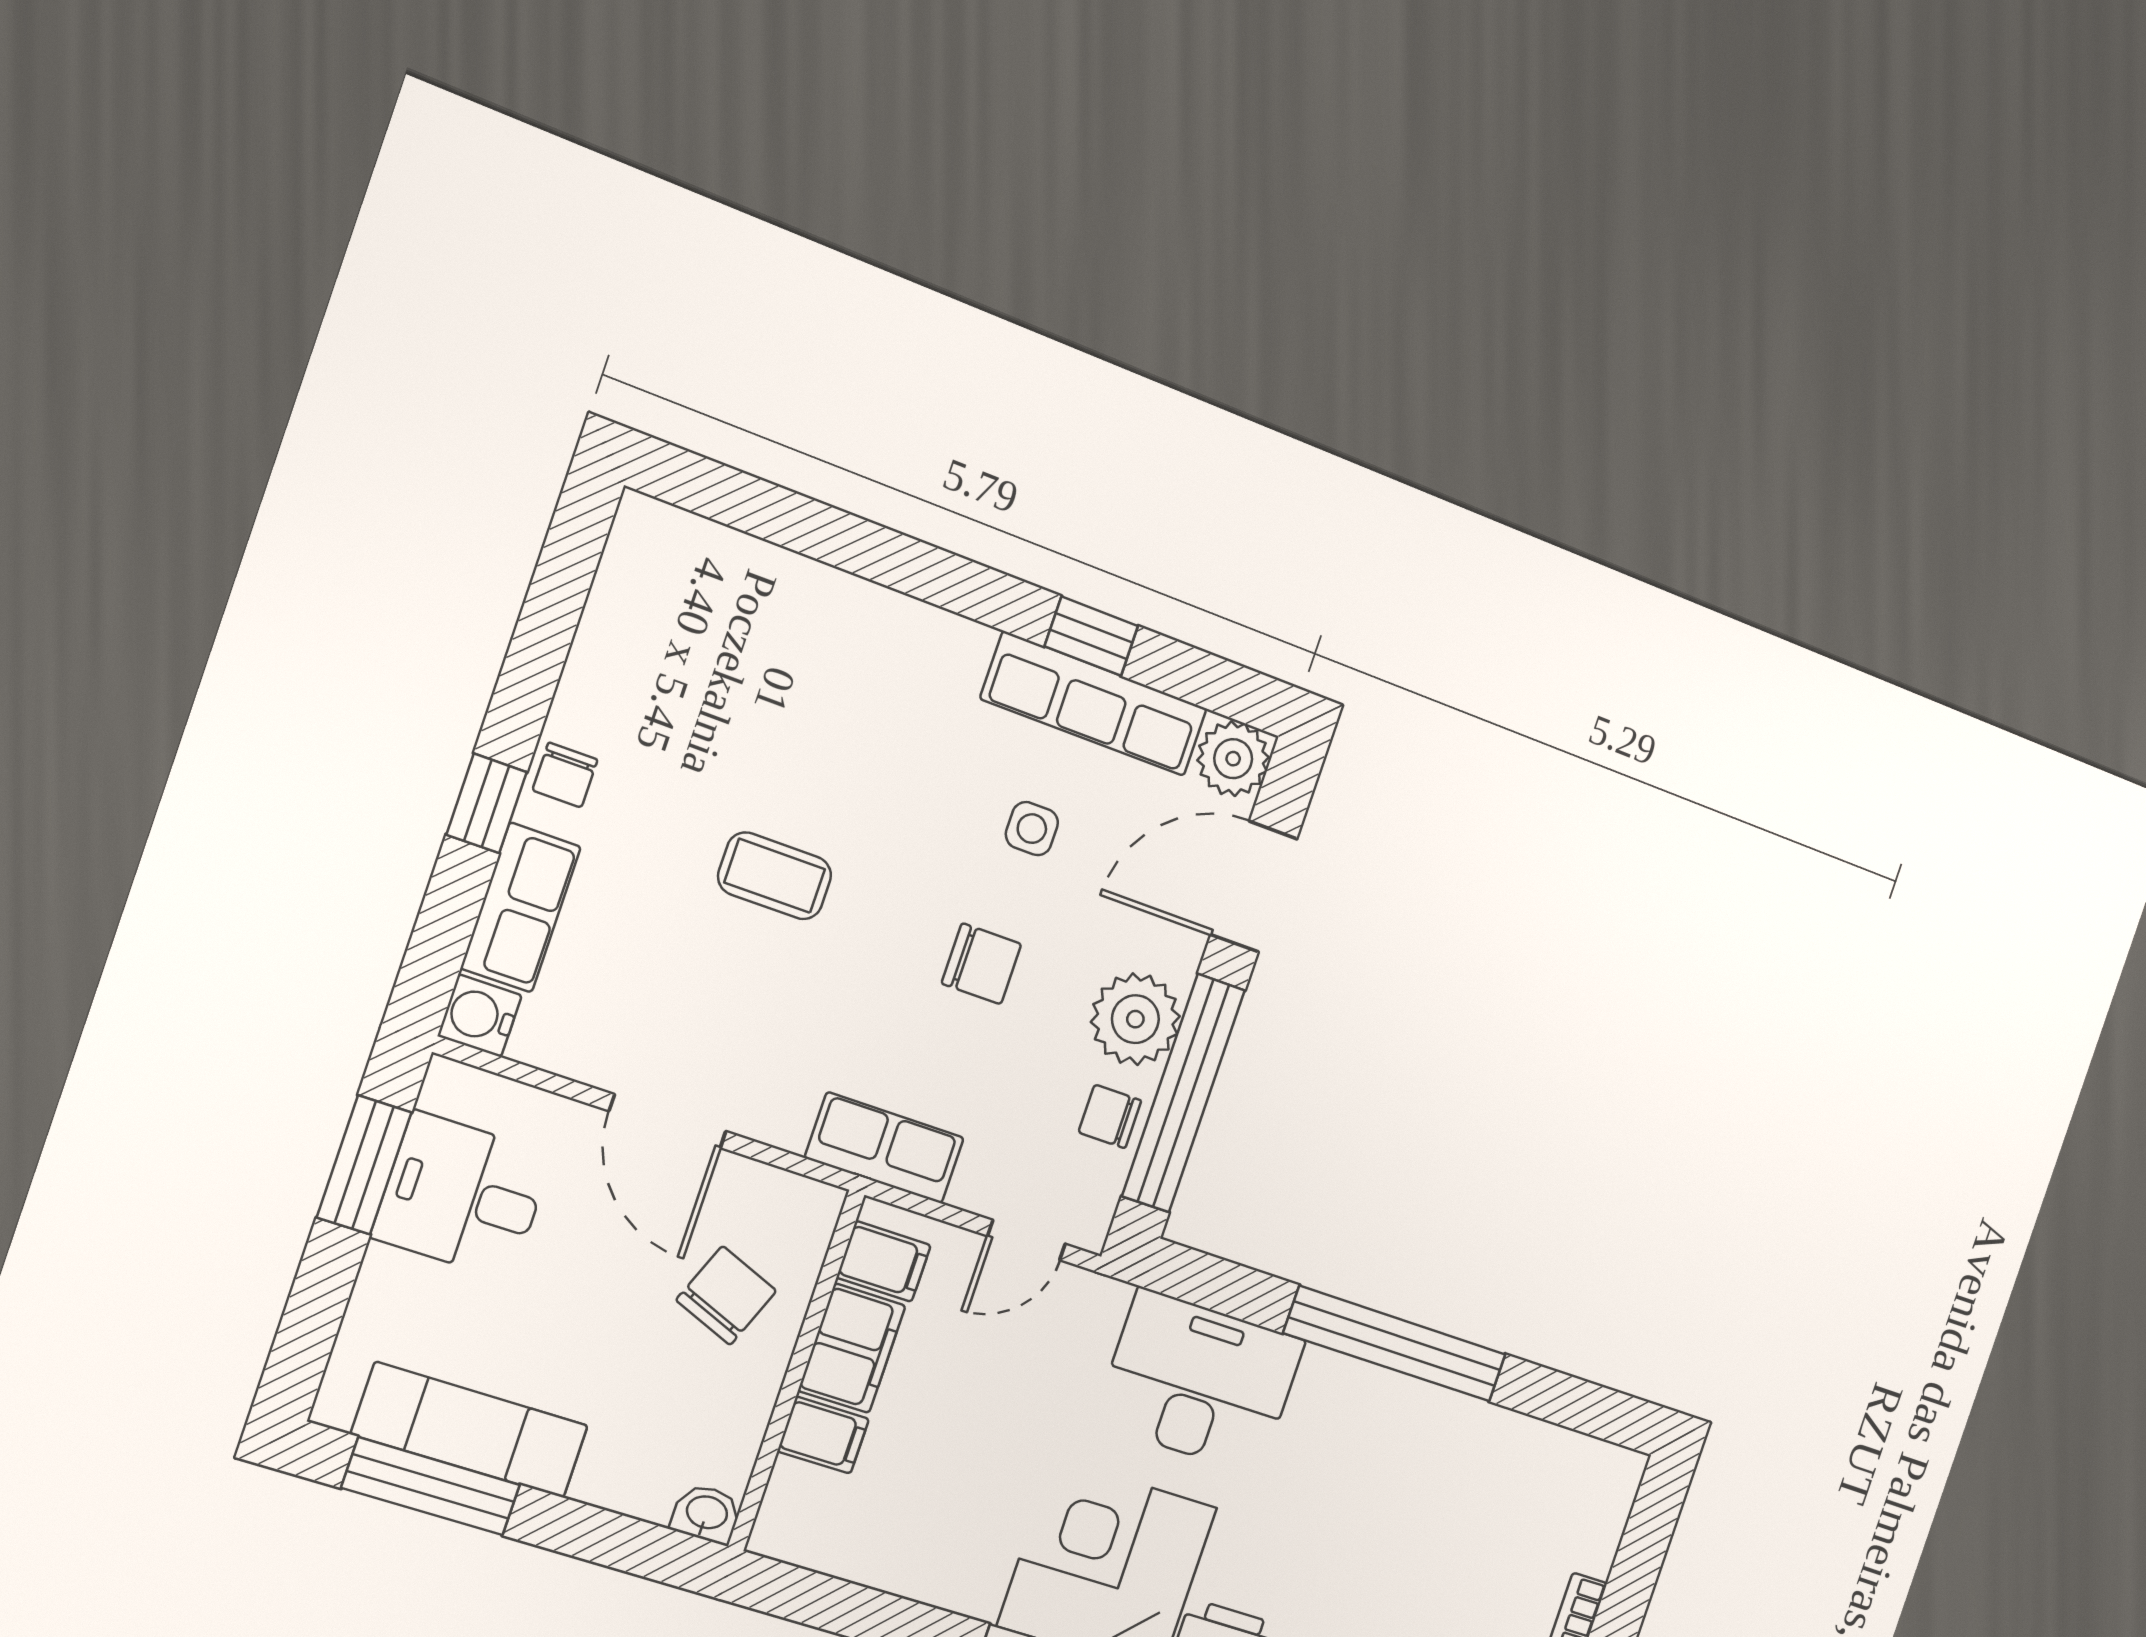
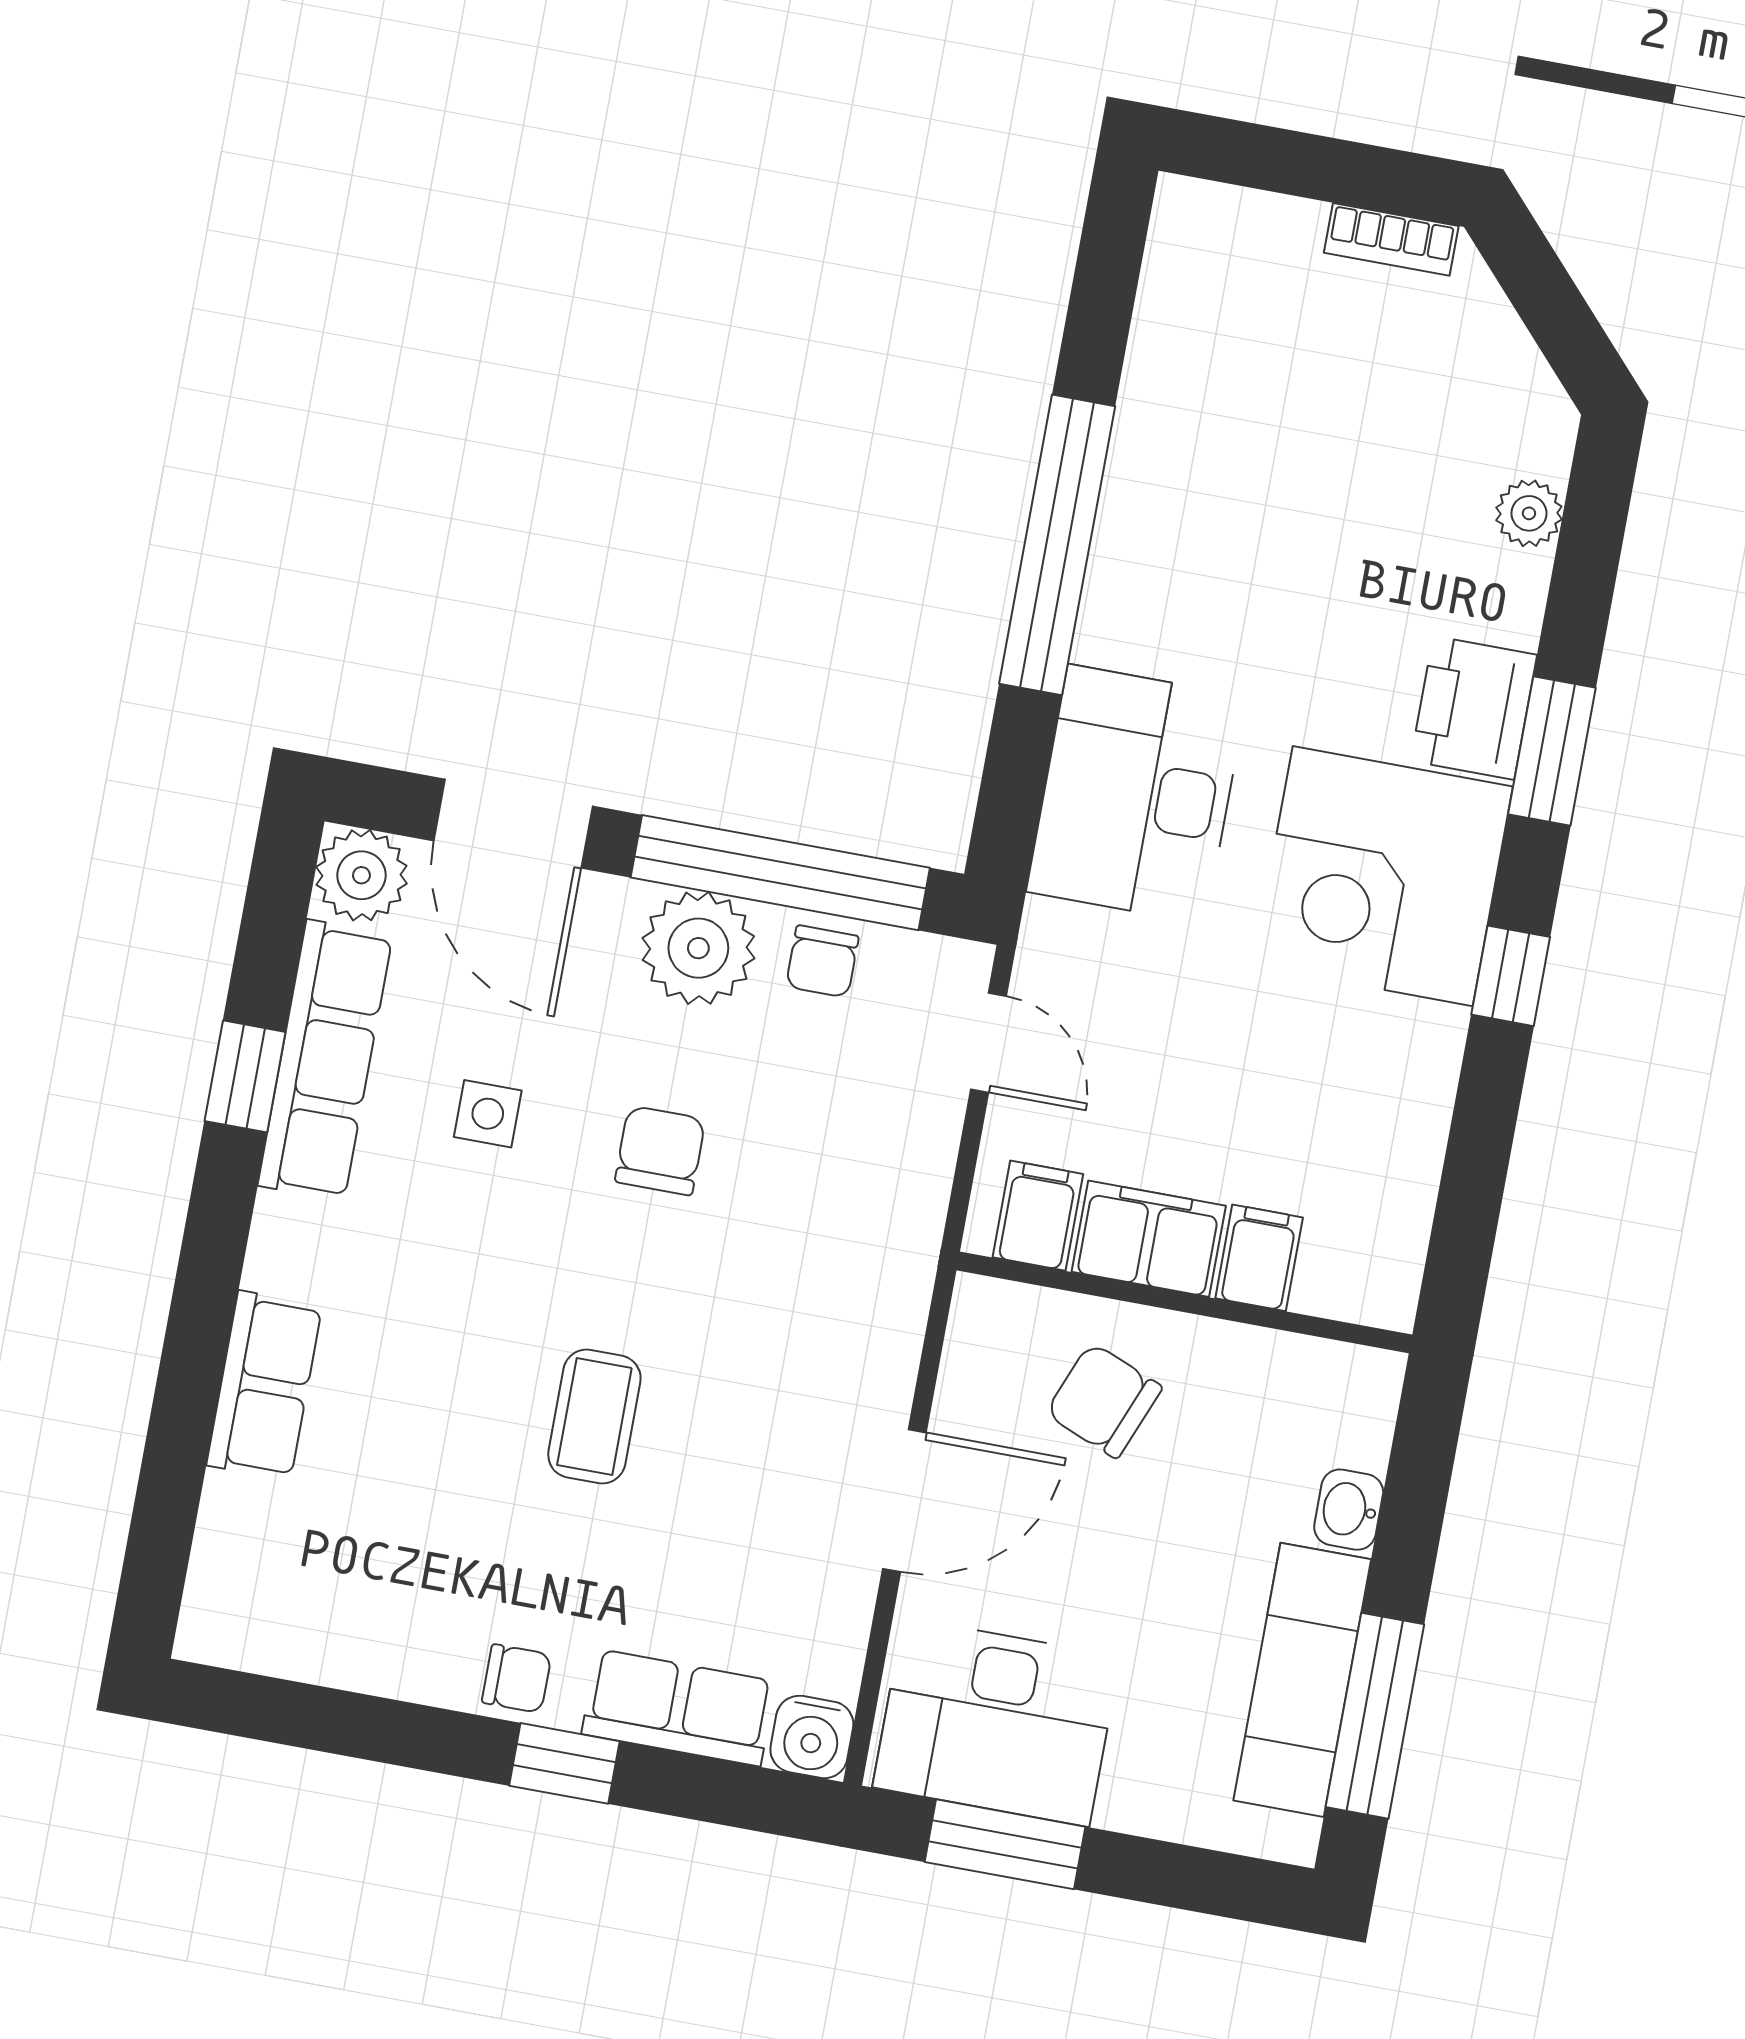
row of seats: (884, 1148) -> (264, 1385), moved, turned 180
desk: (462, 1196) -> (996, 1722), width x1.37
washbasin: (706, 1514) -> (1349, 1510), moved

